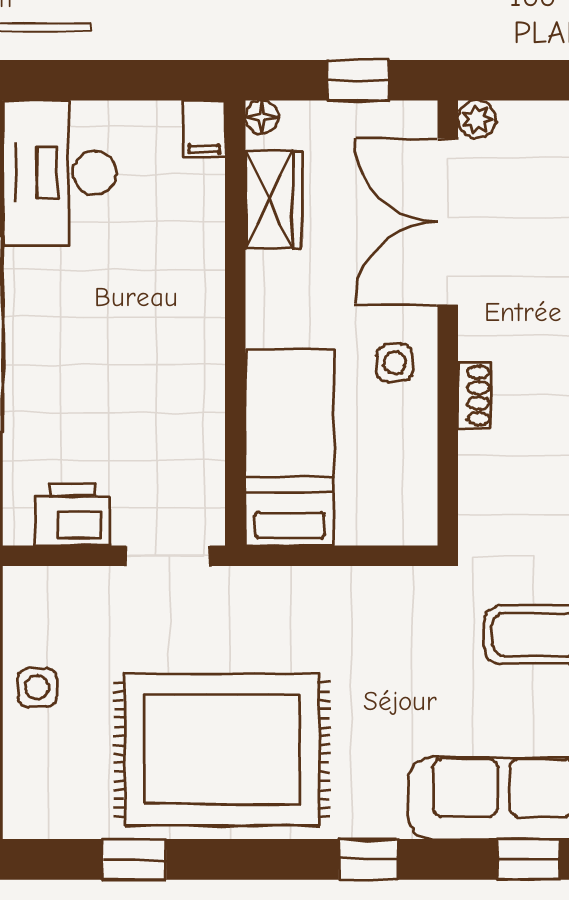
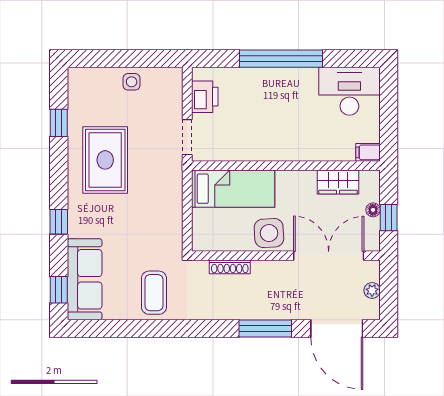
floor lamp: (262, 117) -> (373, 210), moved
plant: (477, 119) -> (372, 290), moved
side table: (394, 363) -> (269, 233), width x1.87, depth x1.87
shoe rack: (474, 395) -> (230, 267), moved, width x1.43
rug: (222, 750) -> (105, 160), width x0.73, depth x0.69

